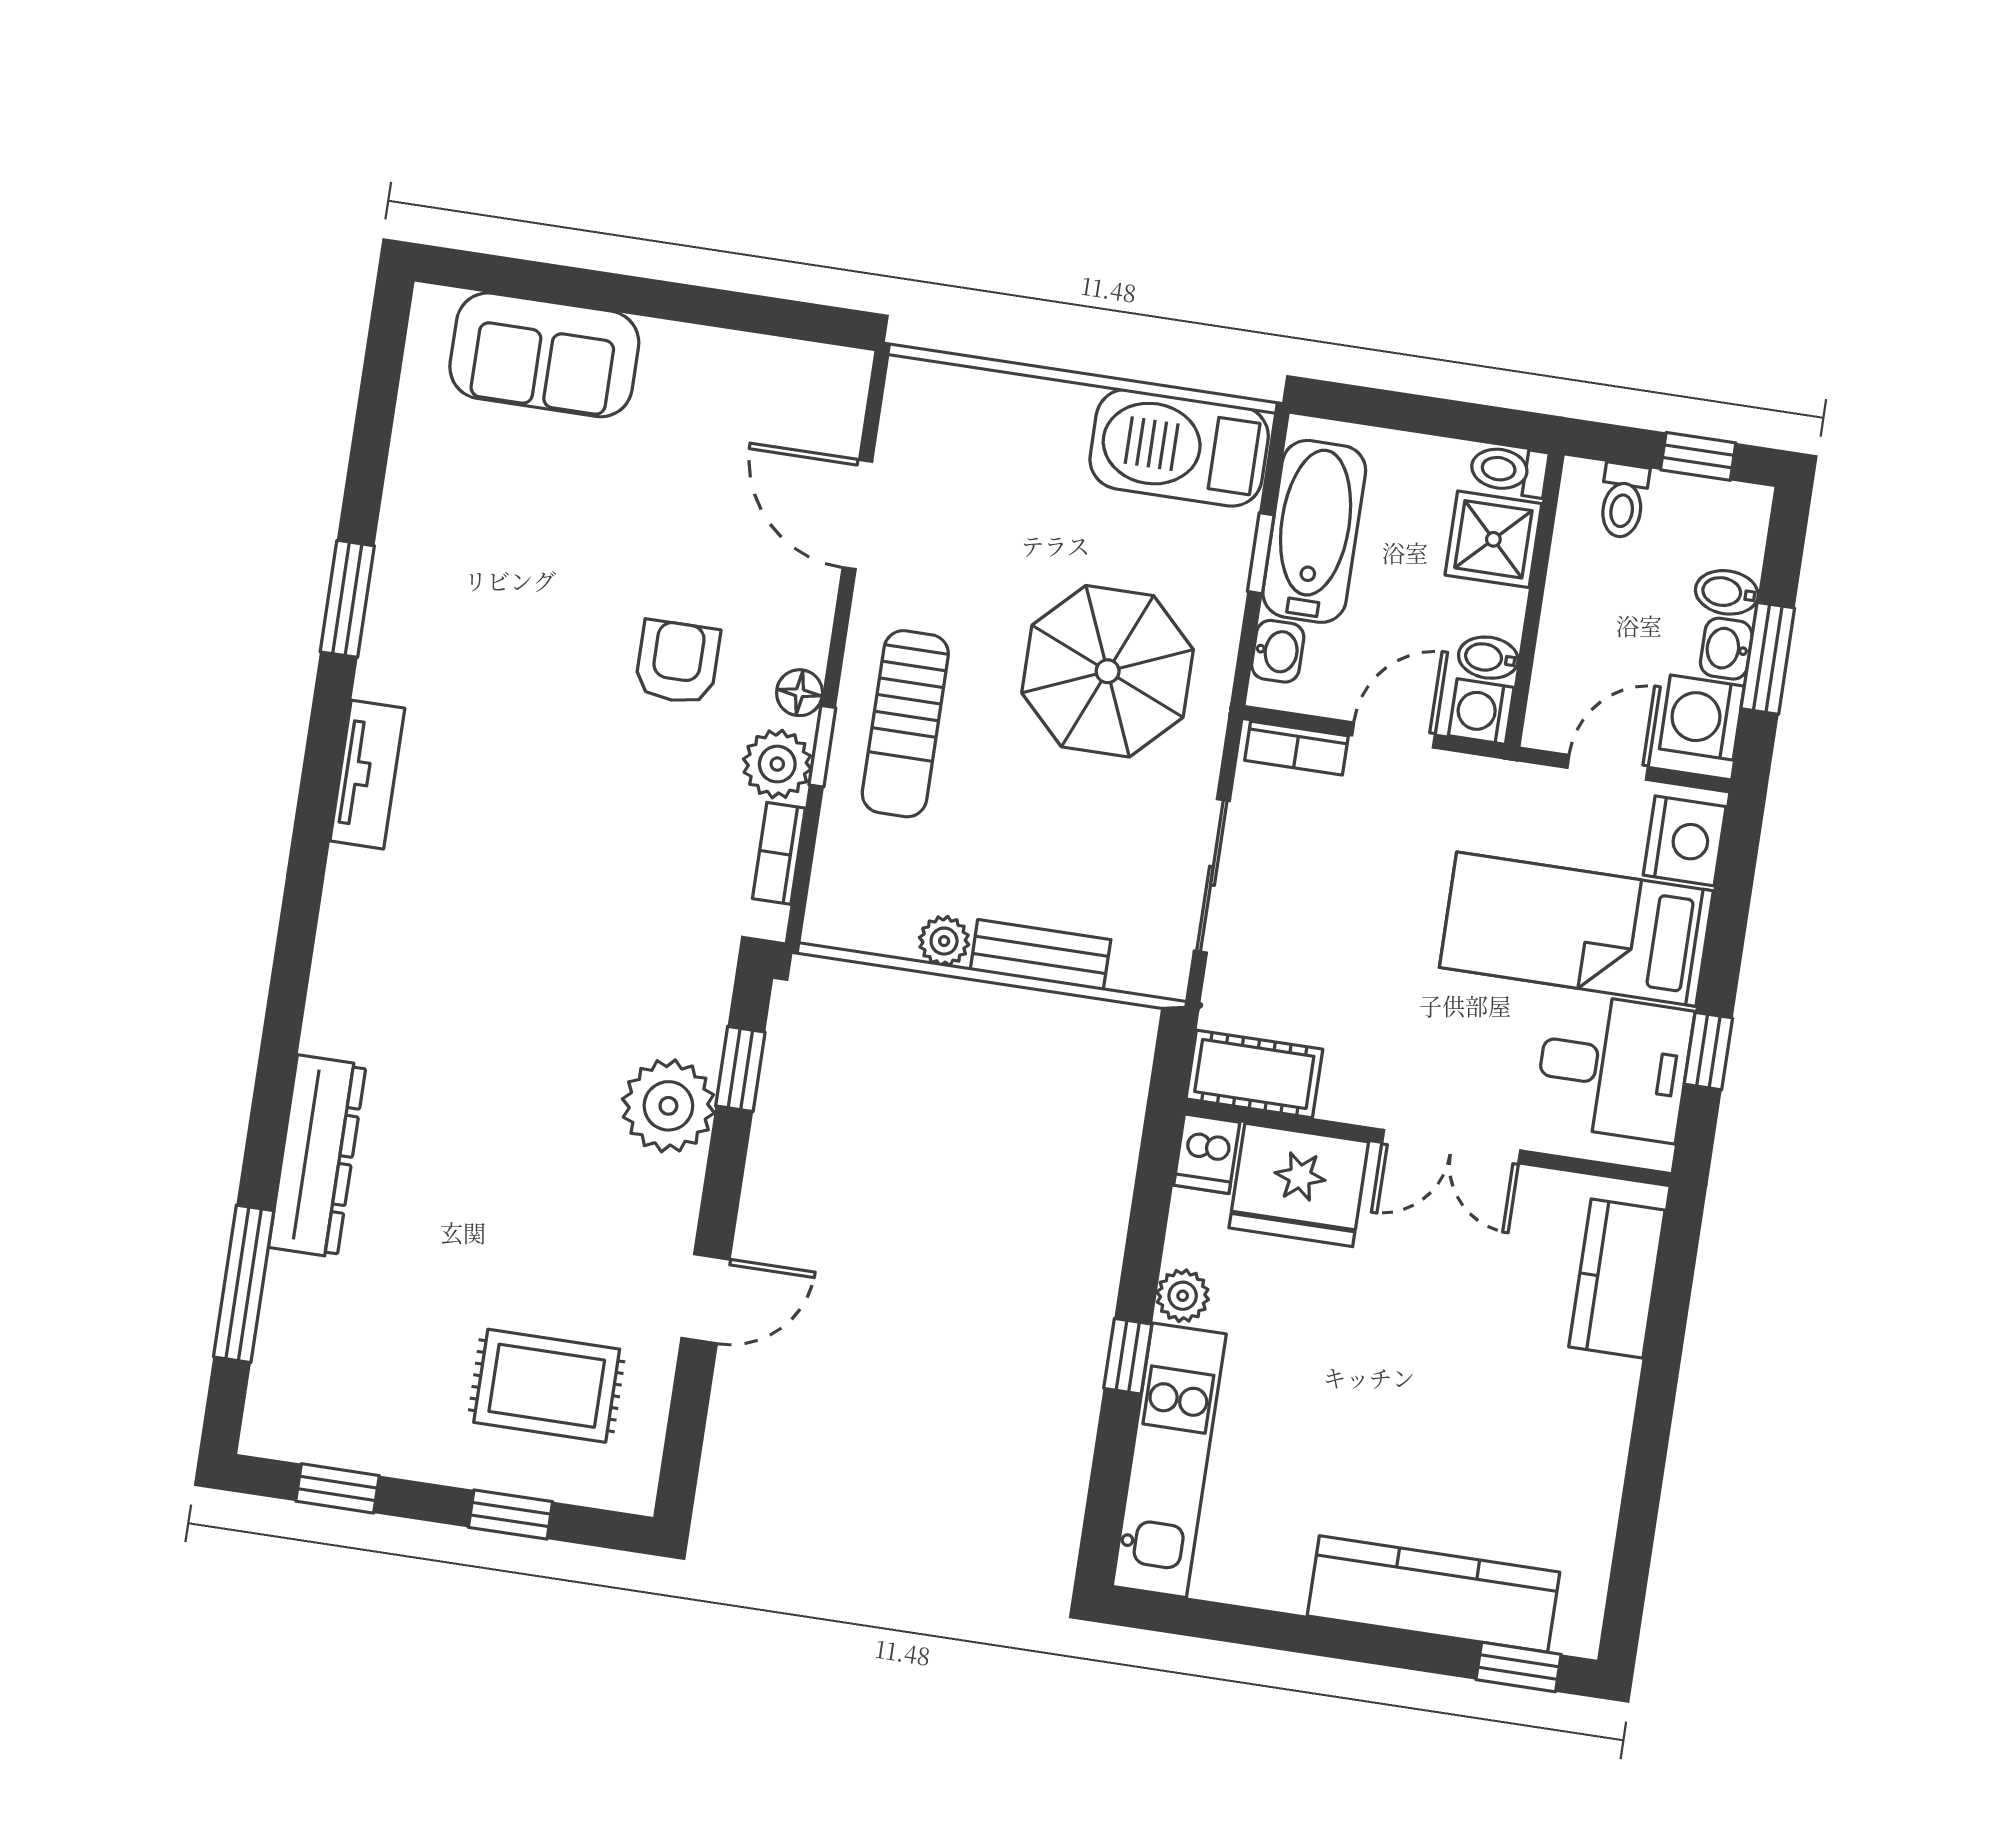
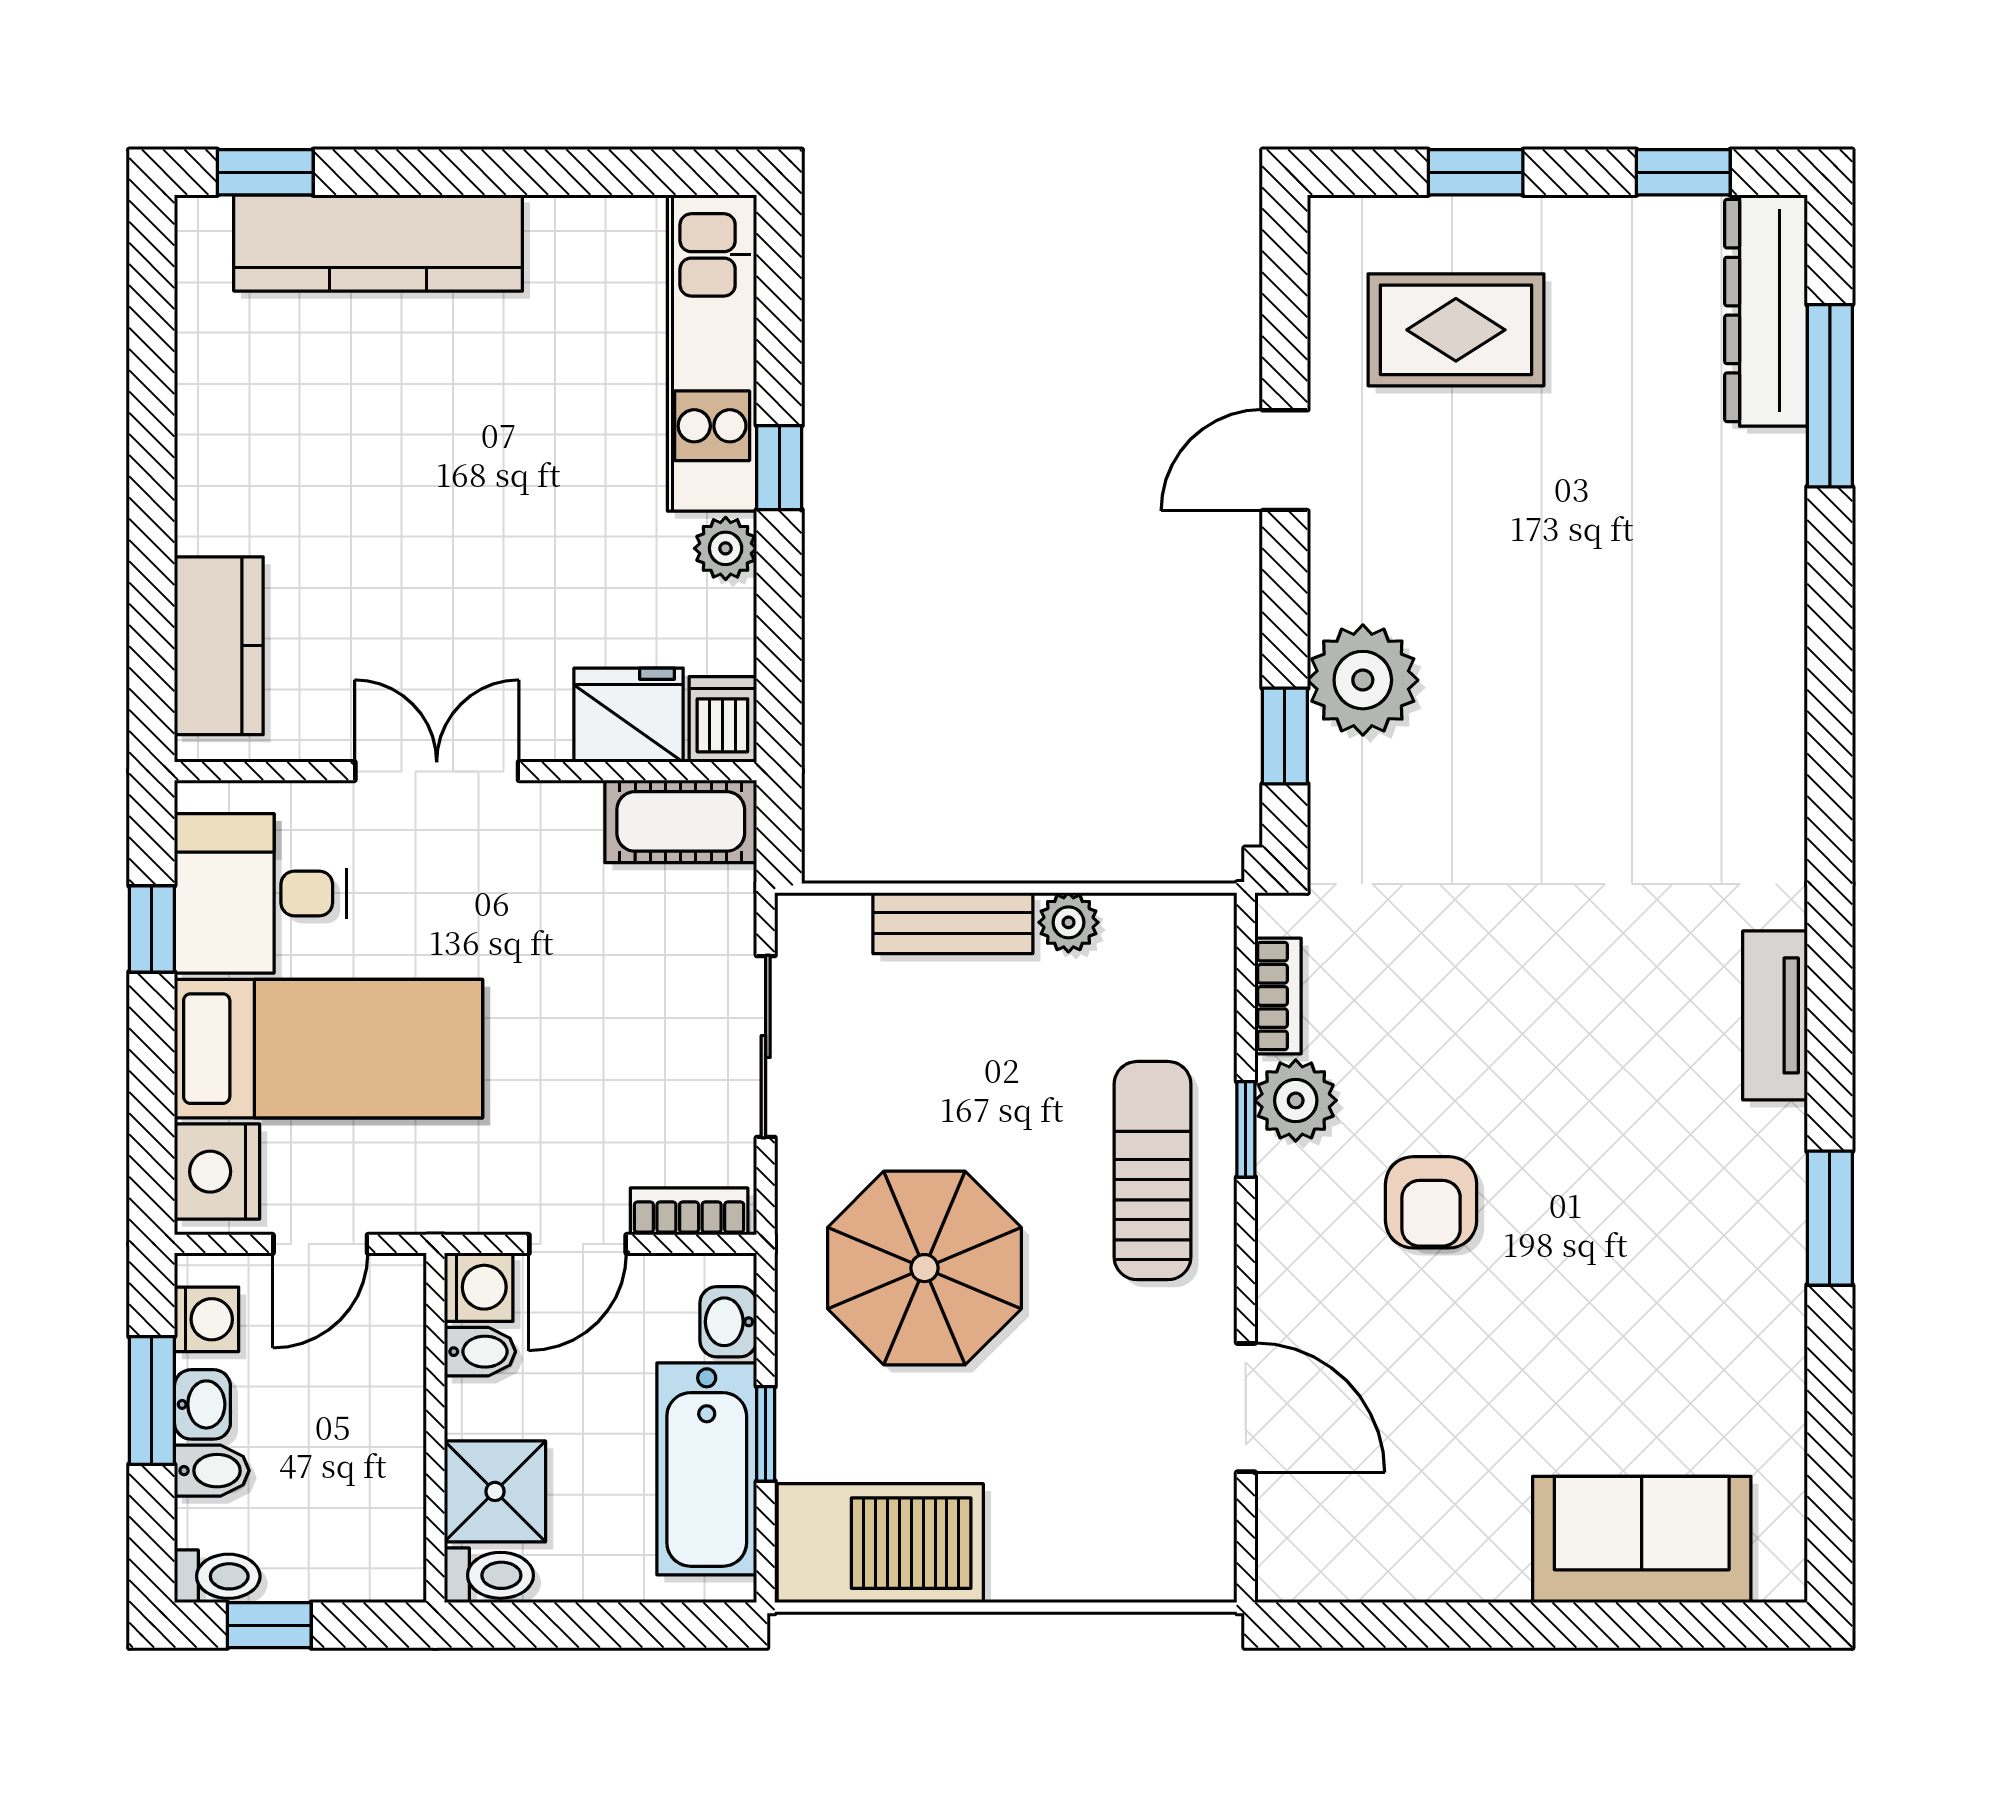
toilet: (1623, 501) -> (217, 1576), moved, turned 90
floor lamp: (800, 693) -> (1282, 1188), removed
washing machine: (1702, 717) -> (207, 1319), width x0.73, depth x0.73
dresser: (317, 1156) -> (1766, 310), moved
fridge: (1299, 1185) -> (629, 715), width x0.73, depth x0.75

